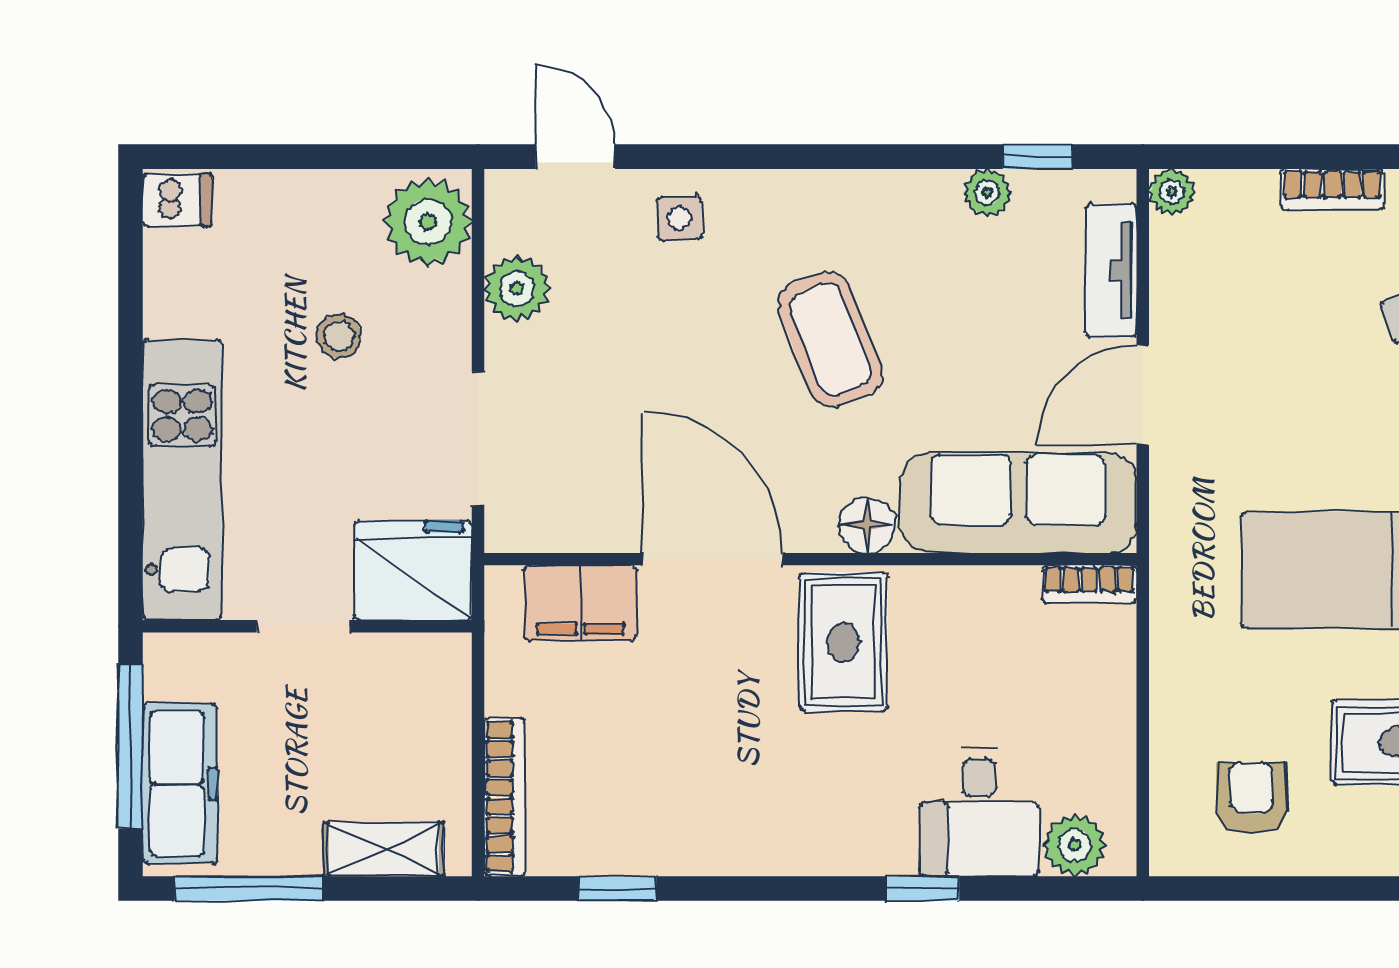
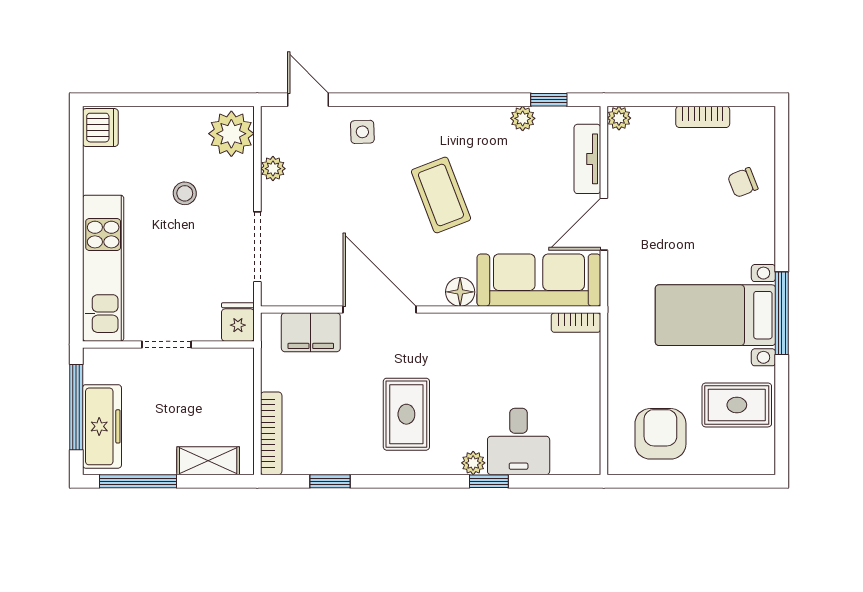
dishwasher: (177, 200) -> (100, 128), width x1.38
plant: (517, 289) -> (273, 169), width x0.73, depth x0.73
fridge: (413, 570) -> (238, 322), width x0.53, depth x0.75
rug: (844, 642) -> (406, 414), moved
armchair: (1251, 798) -> (660, 434), width x1.38, depth x1.38
plant: (1075, 845) -> (473, 463), moved, width x0.73, depth x0.73

